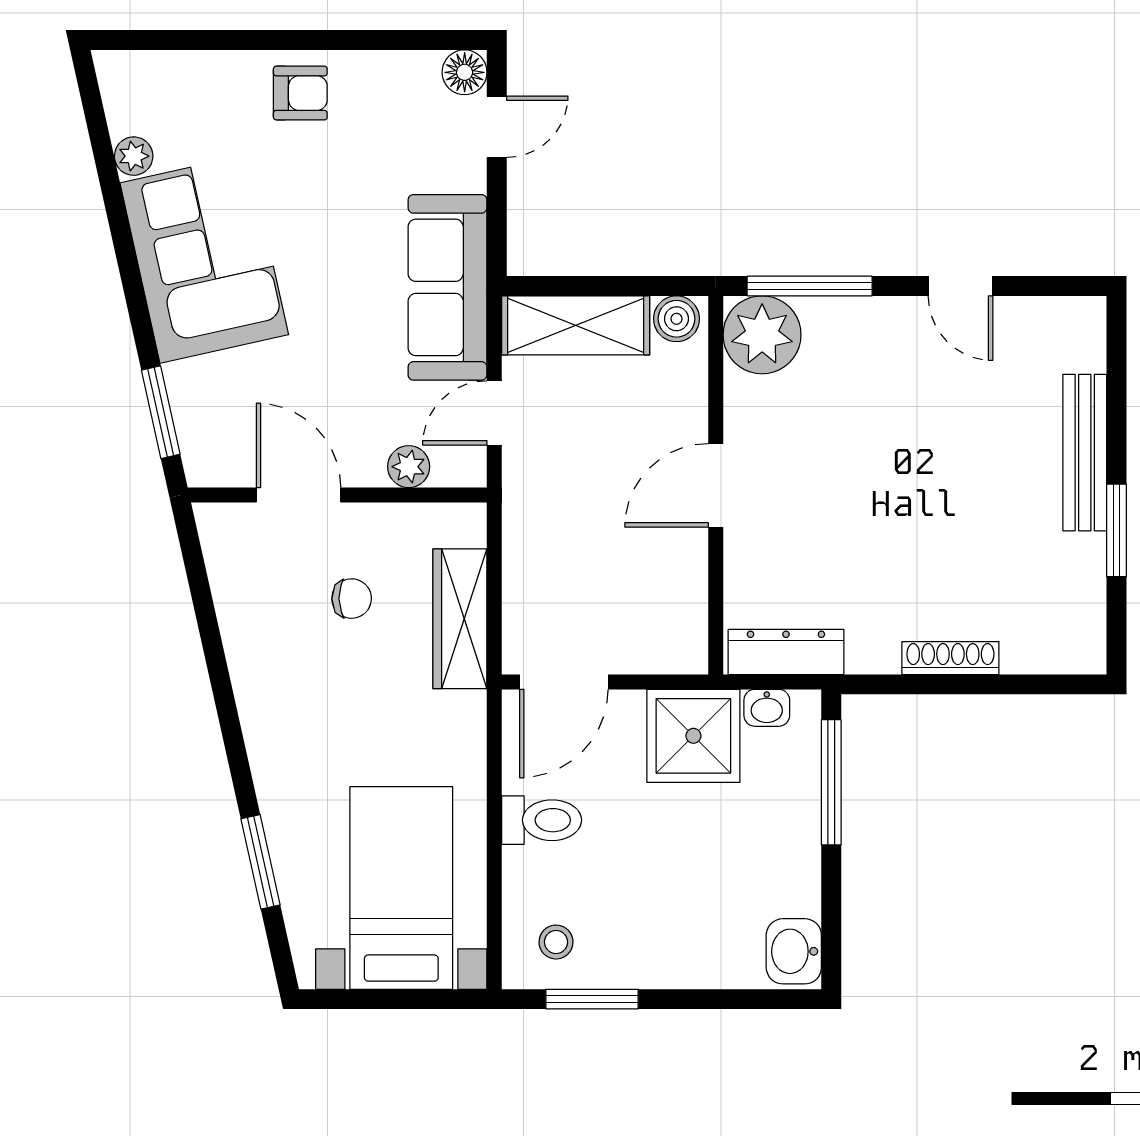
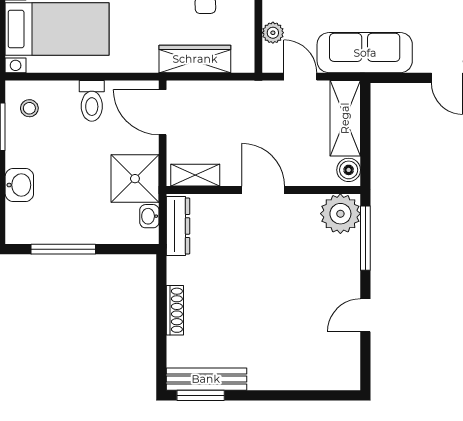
bench: (1085, 453) -> (206, 379), moved
window: (1117, 530) -> (201, 395), moved
shelving: (687, 618) -> (195, 175), added
window: (831, 782) -> (63, 249), moved
washbasin: (794, 951) -> (19, 185), moved, turned 90

